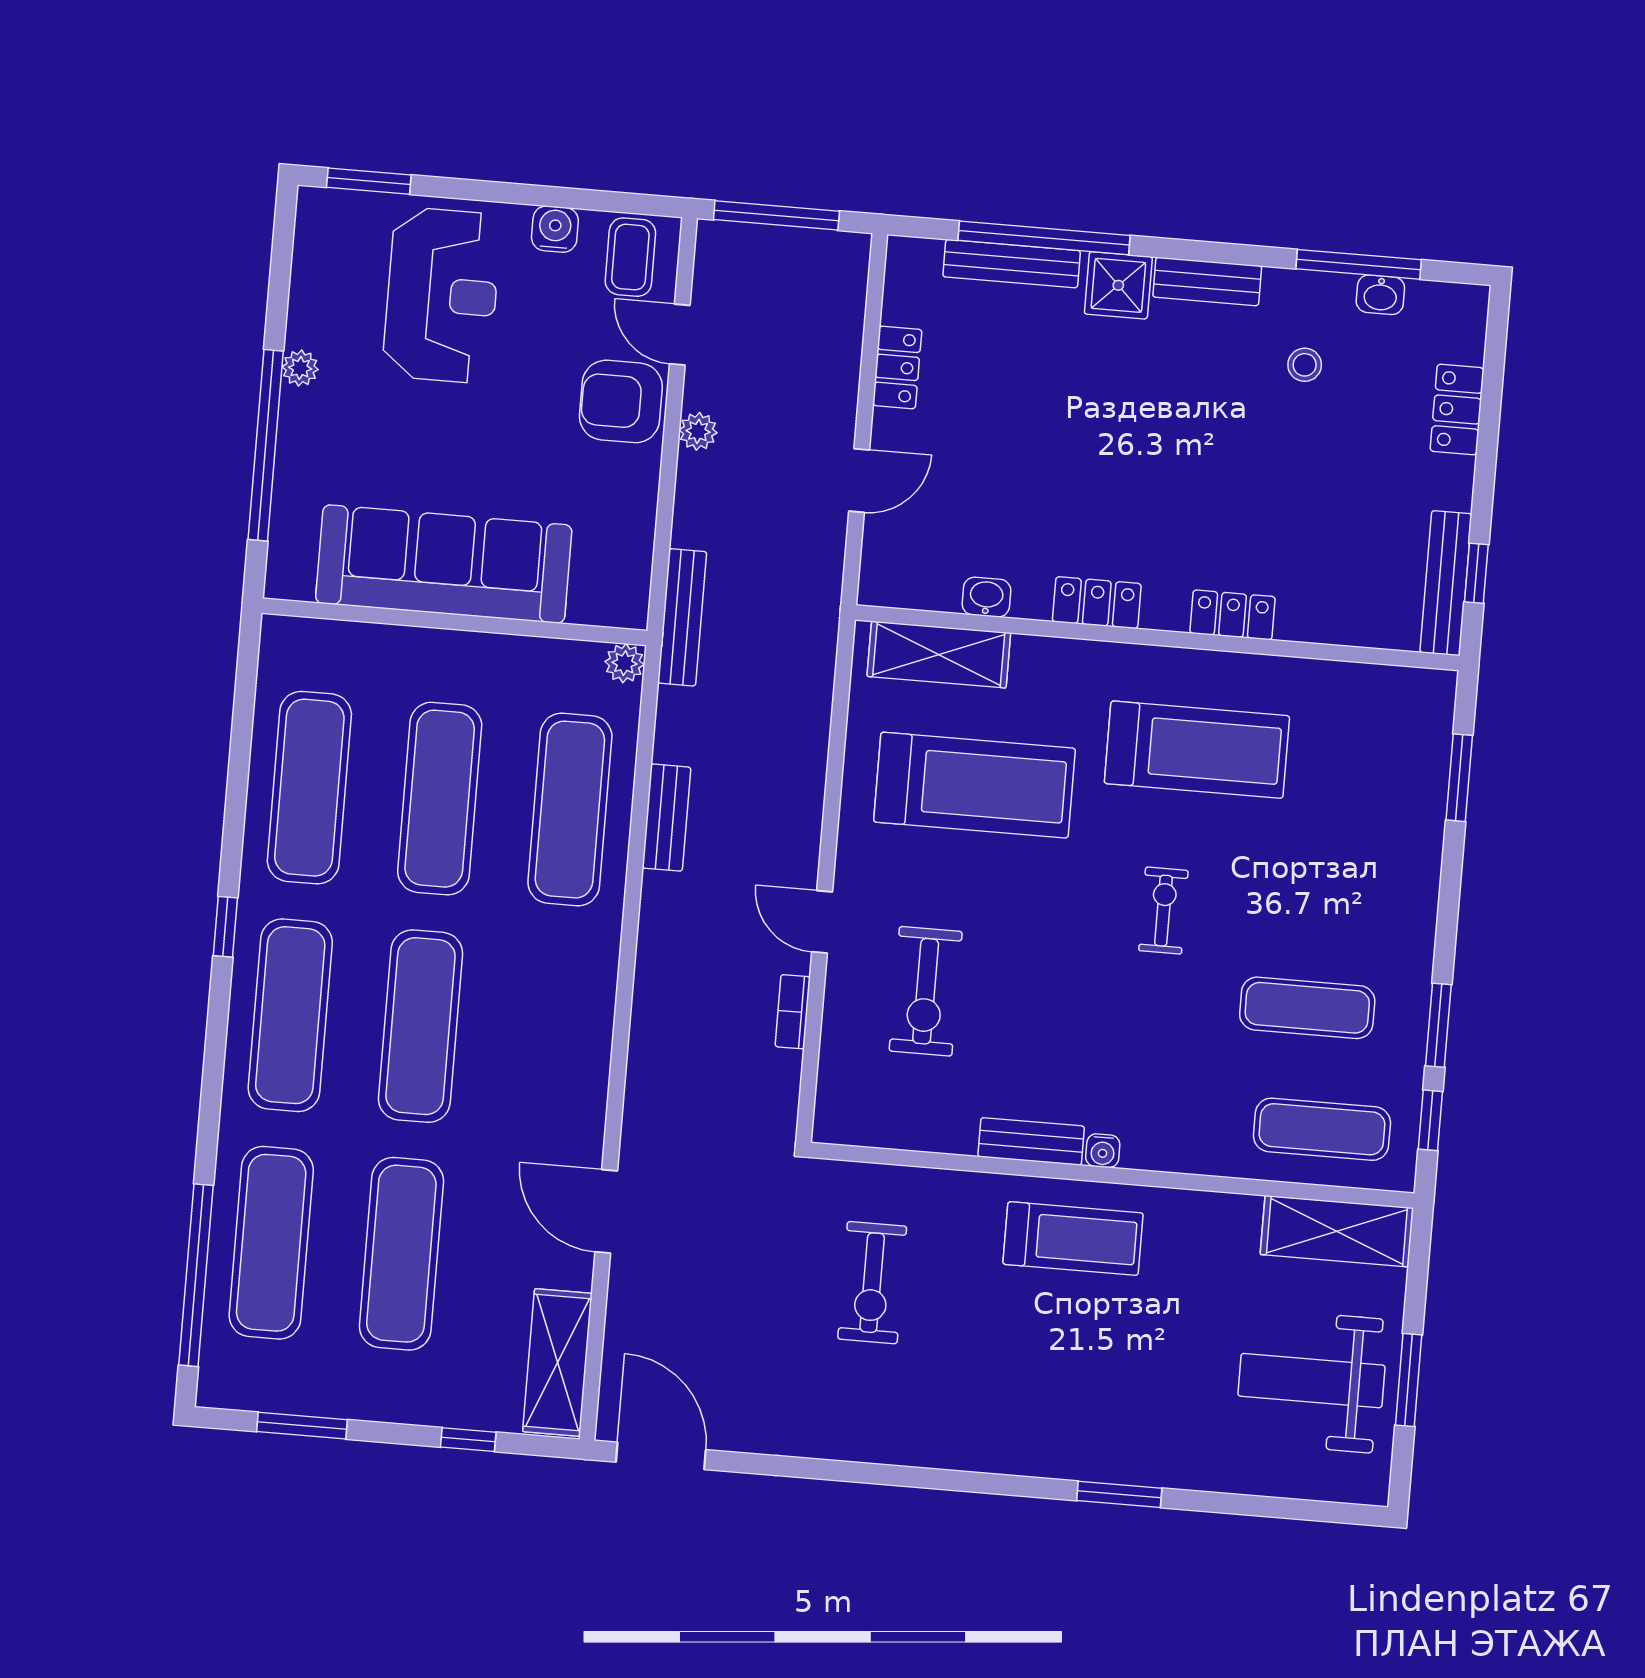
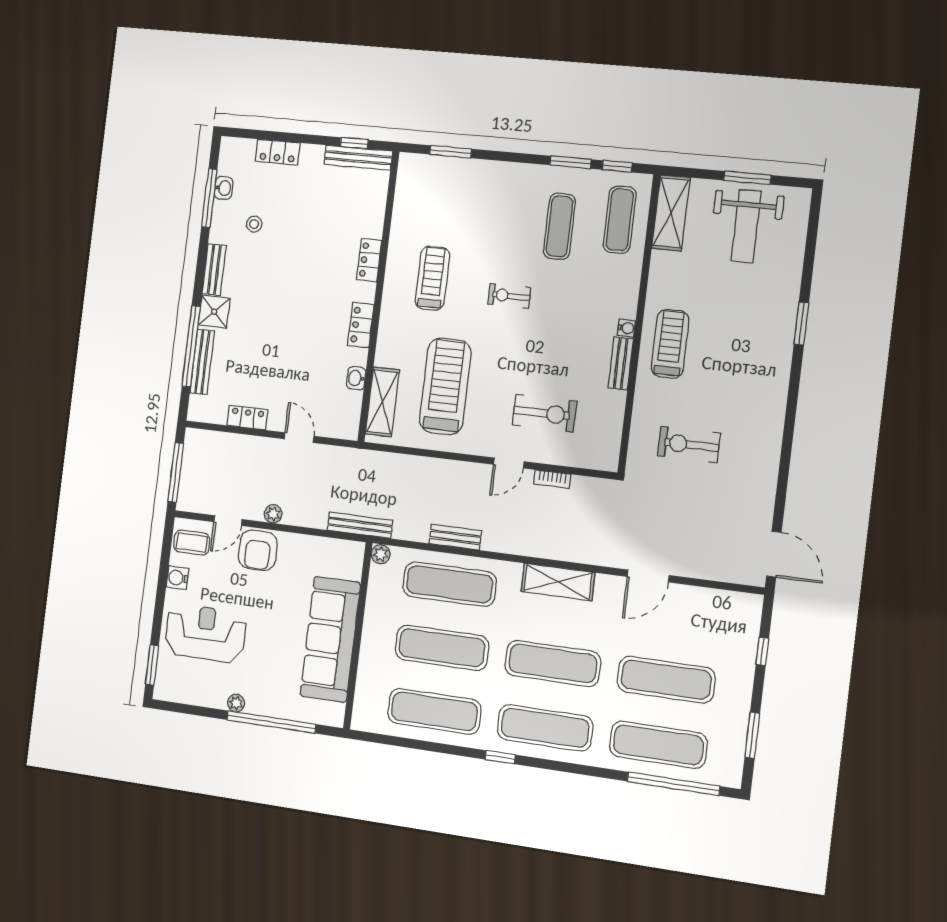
treadmill: (1197, 750) -> (432, 278), width x0.73, depth x0.73
exercise bike: (872, 1283) -> (689, 444), turned 180
shelving: (557, 1363) -> (558, 582), moved
door: (661, 1456) -> (774, 554), swing flipped

